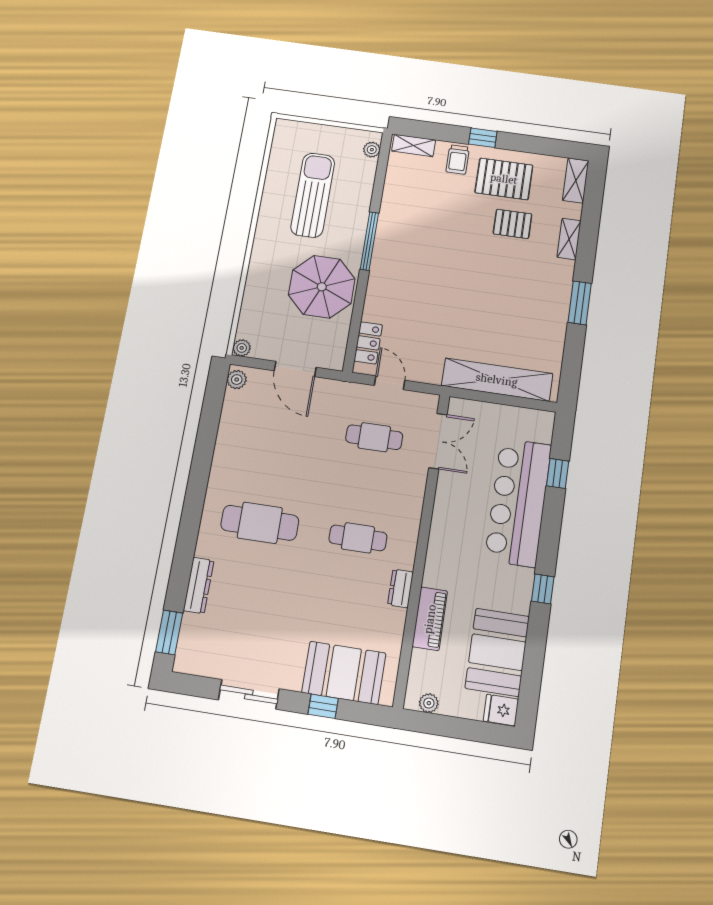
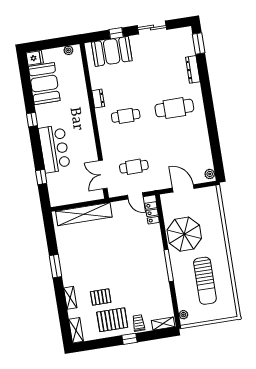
plant: (242, 348) -> (213, 191), removed
bar counter: (518, 502) -> (54, 149), width x0.73
piano: (430, 619) -> (80, 89), removed

